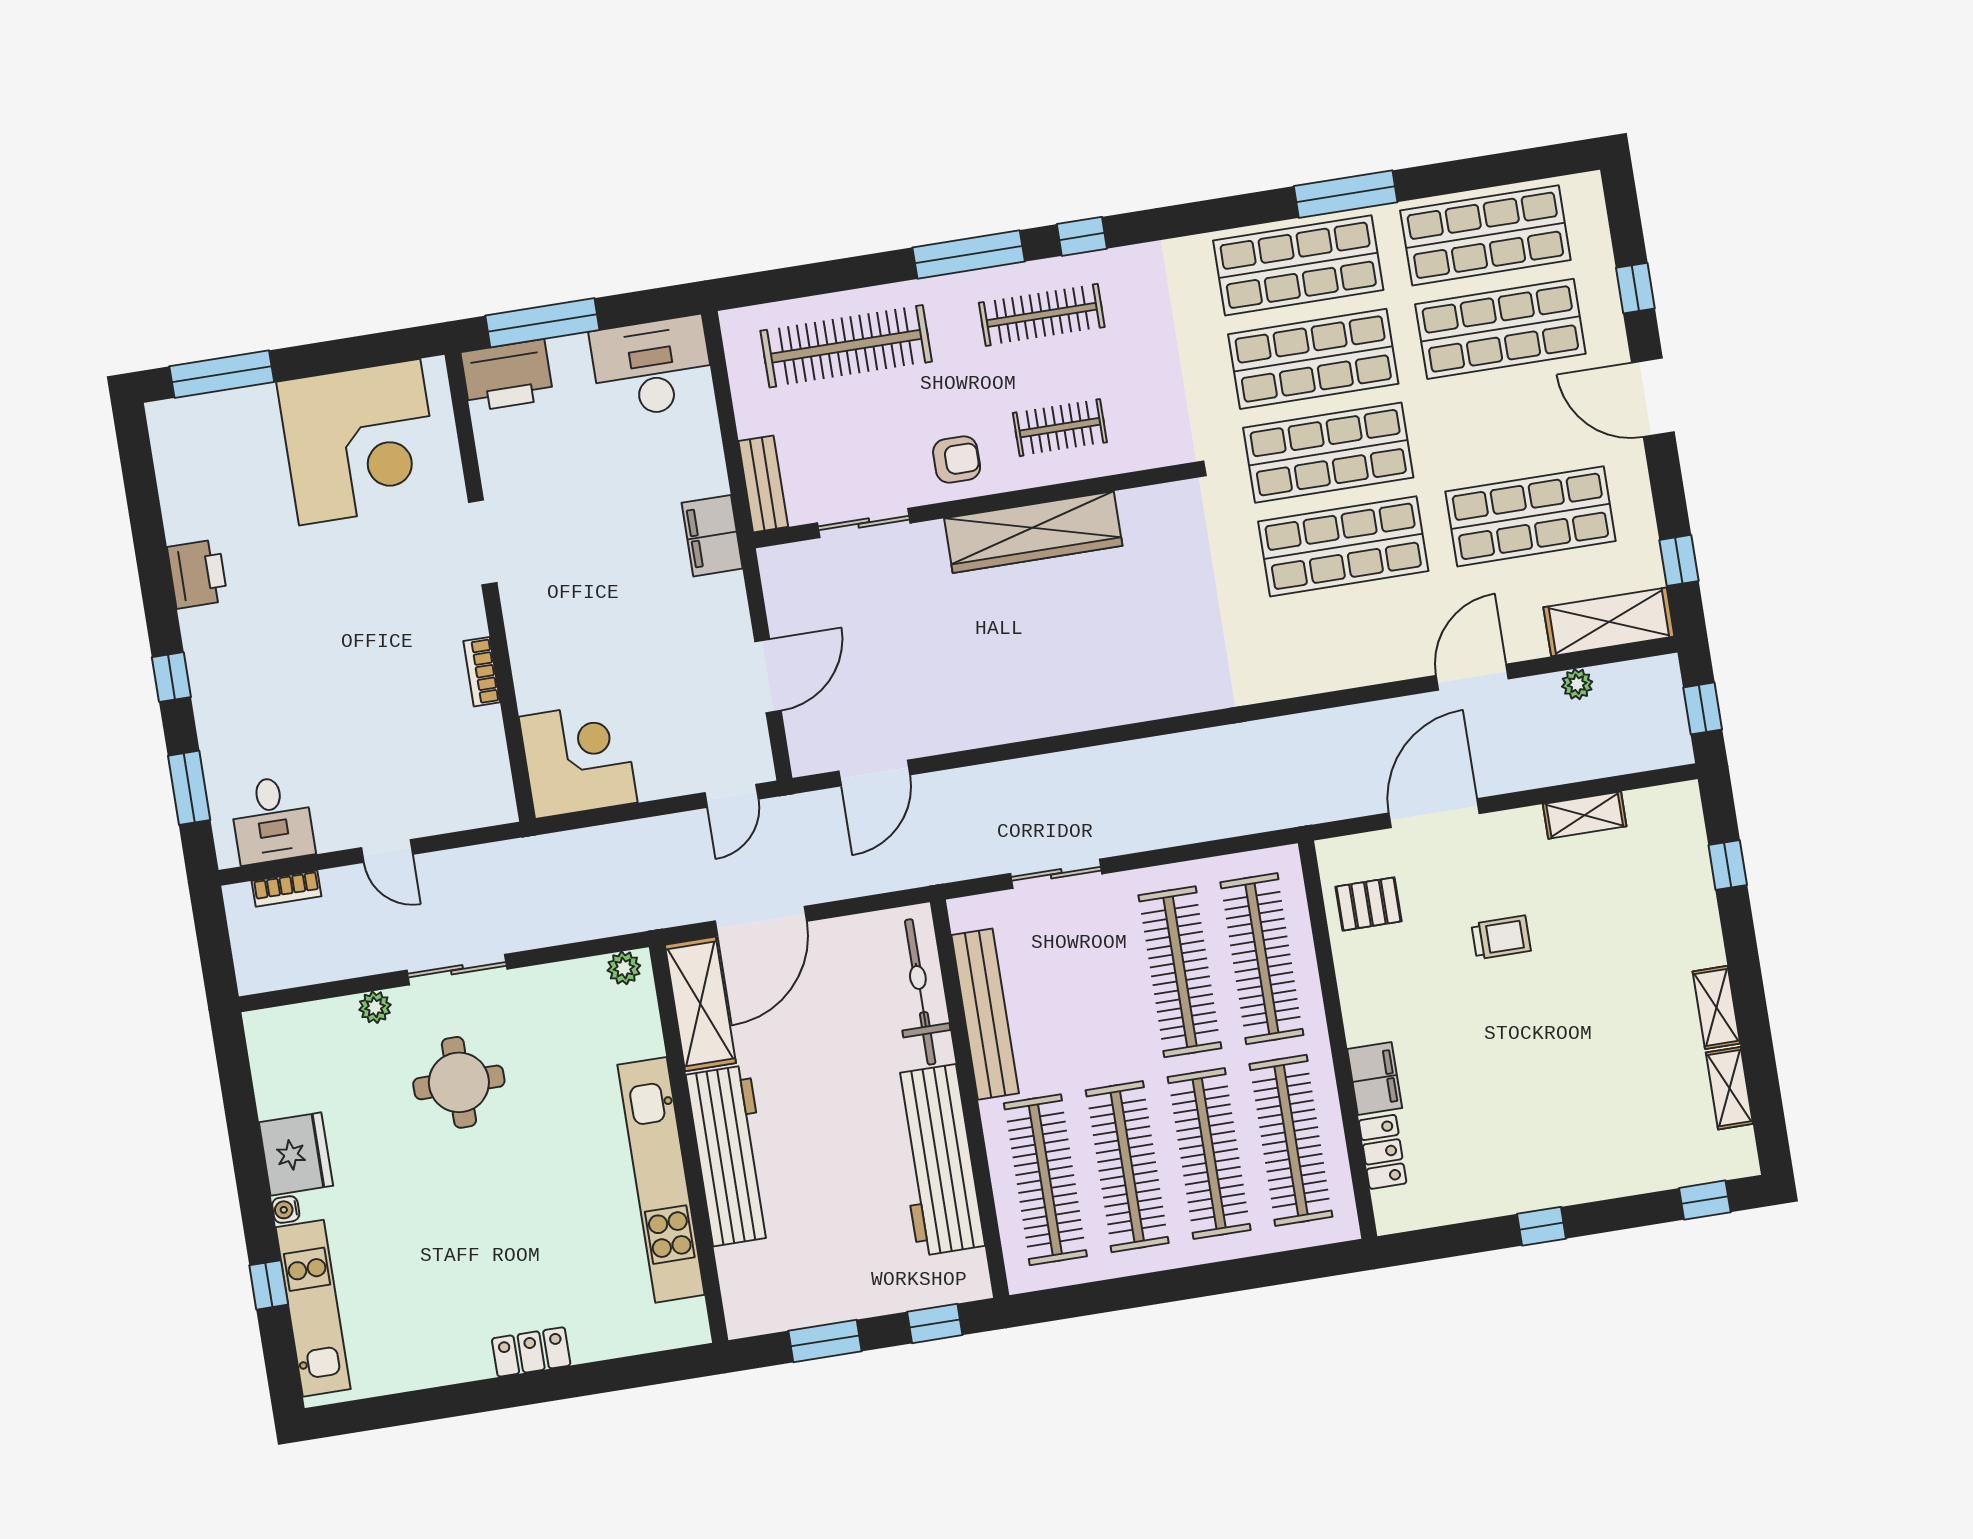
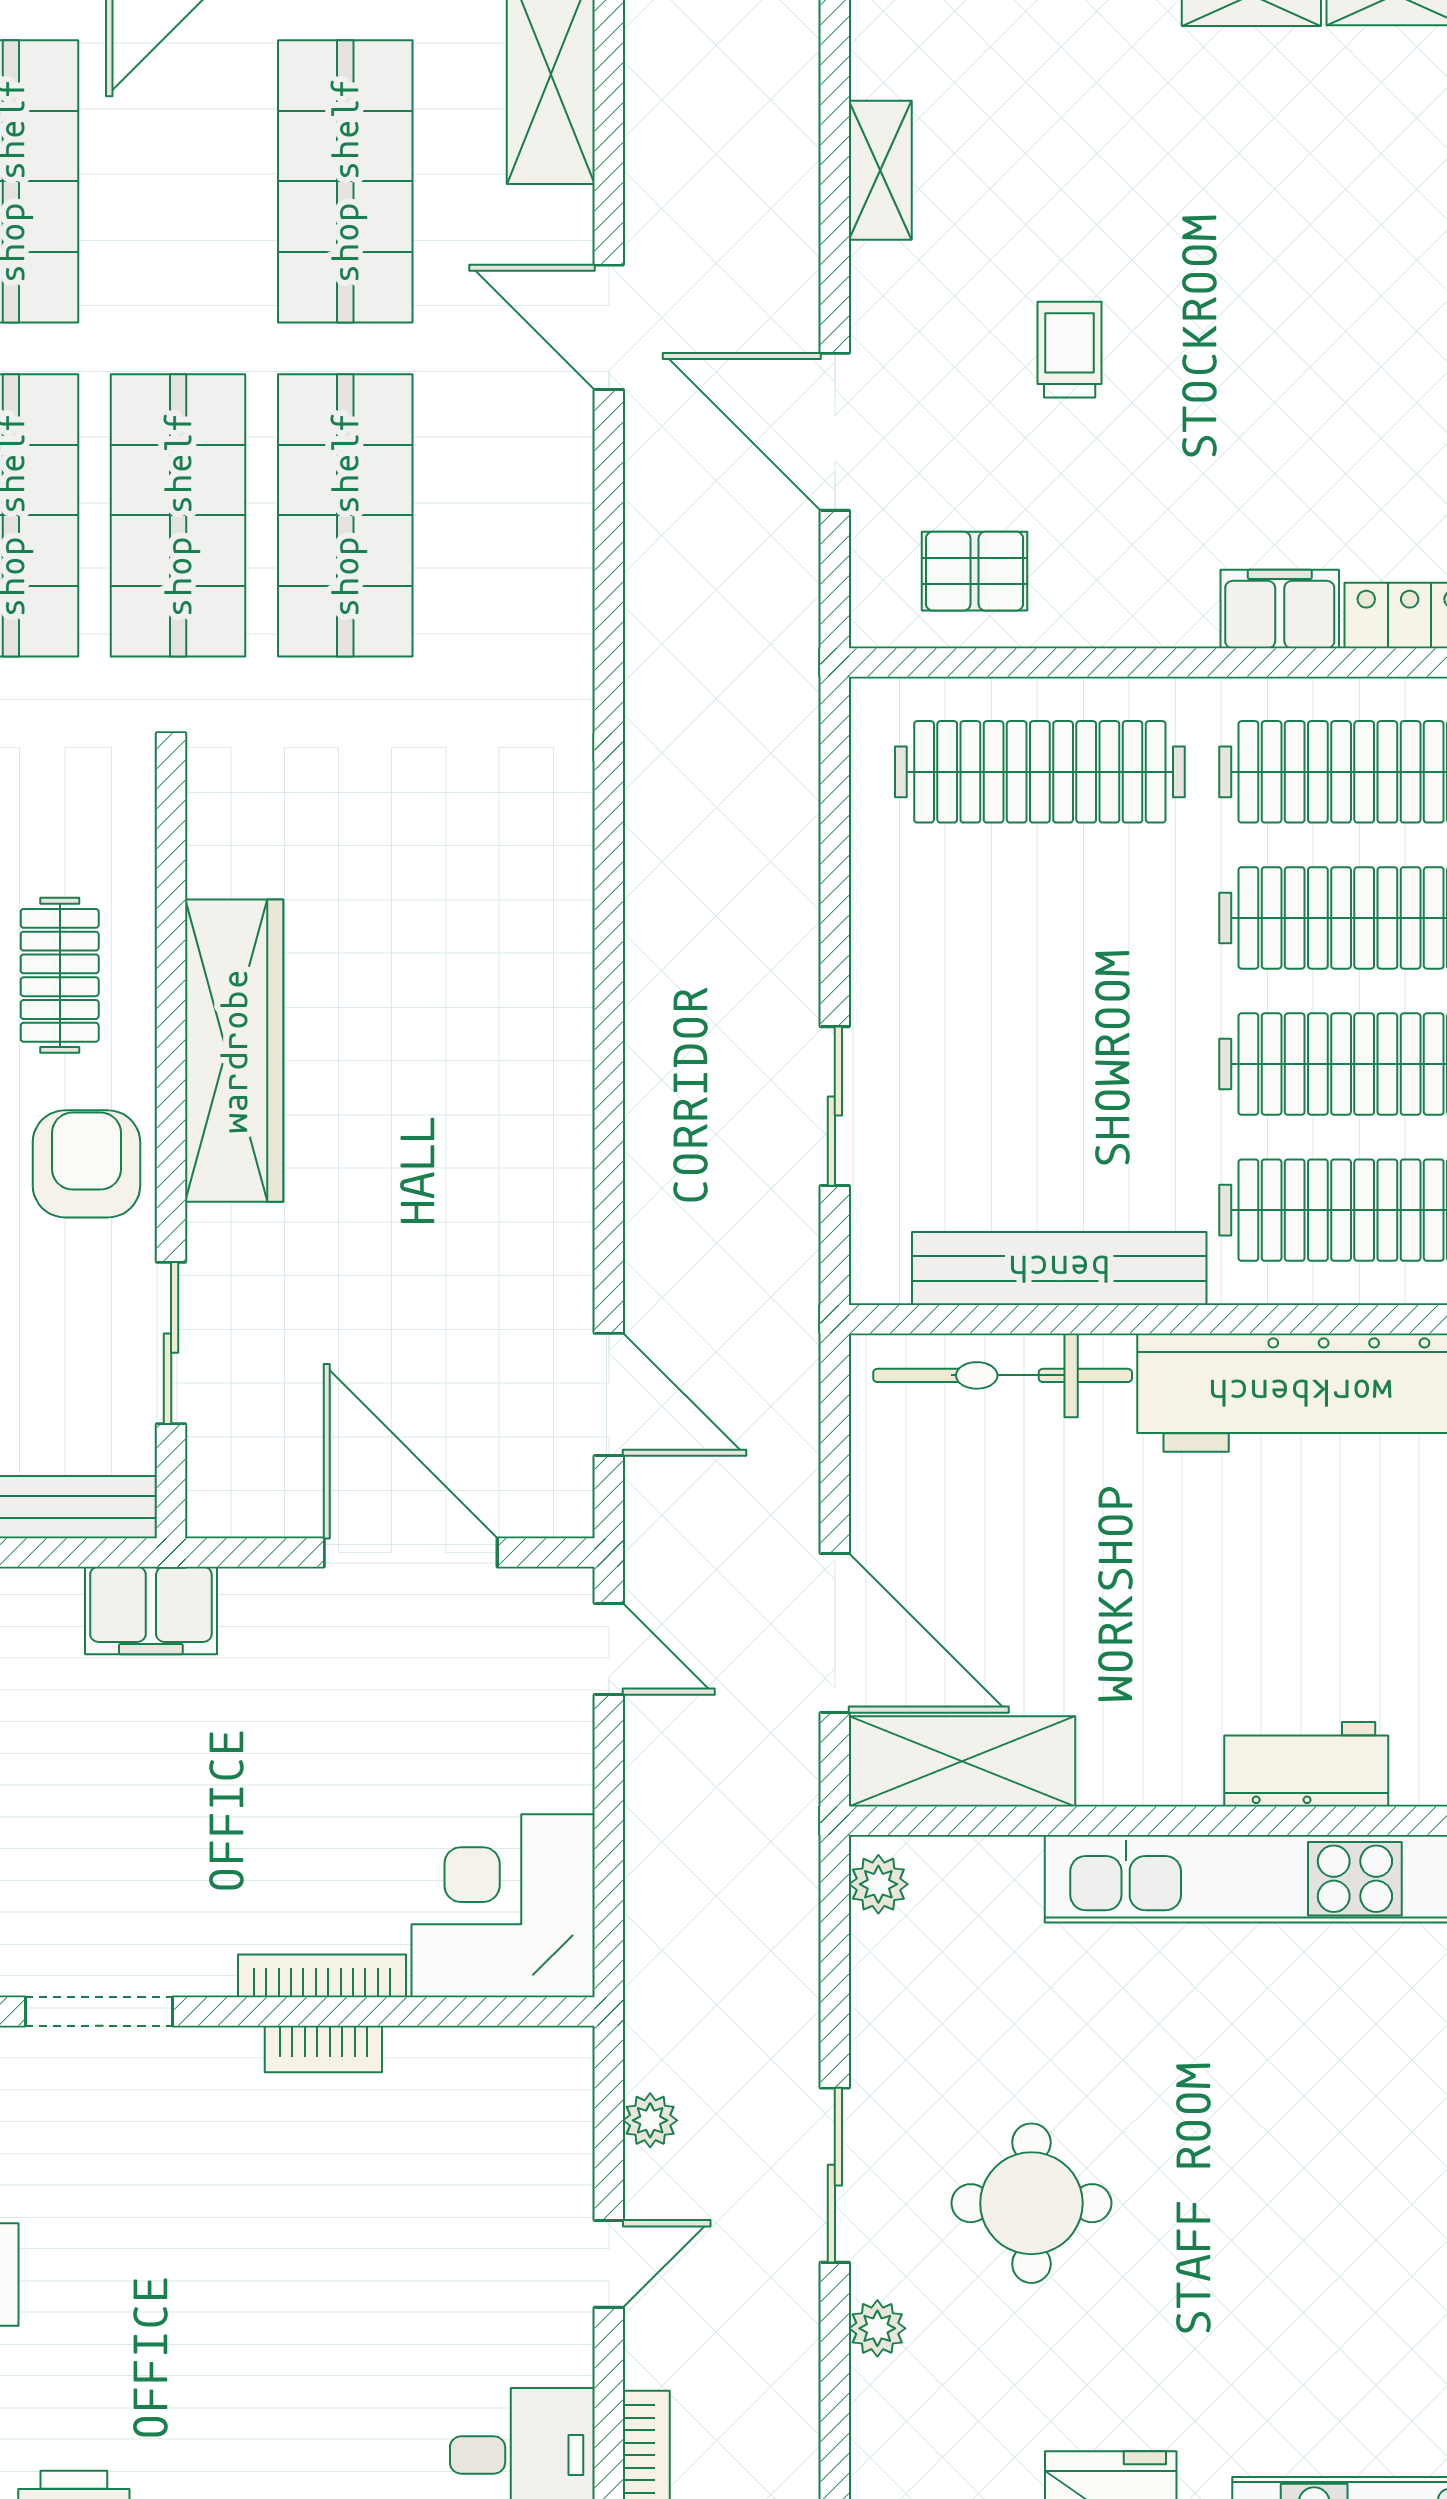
armchair: (957, 459) -> (86, 1164), width x1.38, depth x1.38
bookcase: (523, 664) -> (322, 1976), added
door: (768, 676) -> (411, 1552), width x1.36
plant: (1577, 684) -> (650, 2120), moved
pallet: (1368, 904) -> (975, 571), turned 90
clothes rail: (1180, 972) -> (1040, 918), removed
workbench: (731, 1156) -> (1306, 1764), width x0.53, depth x0.76

